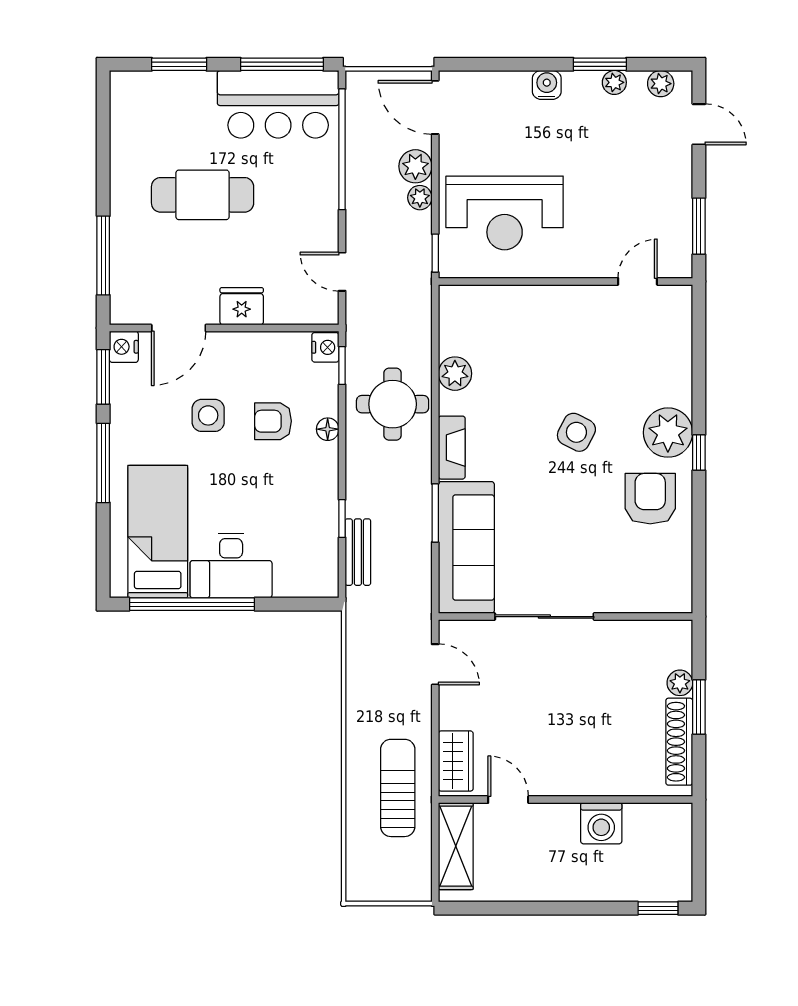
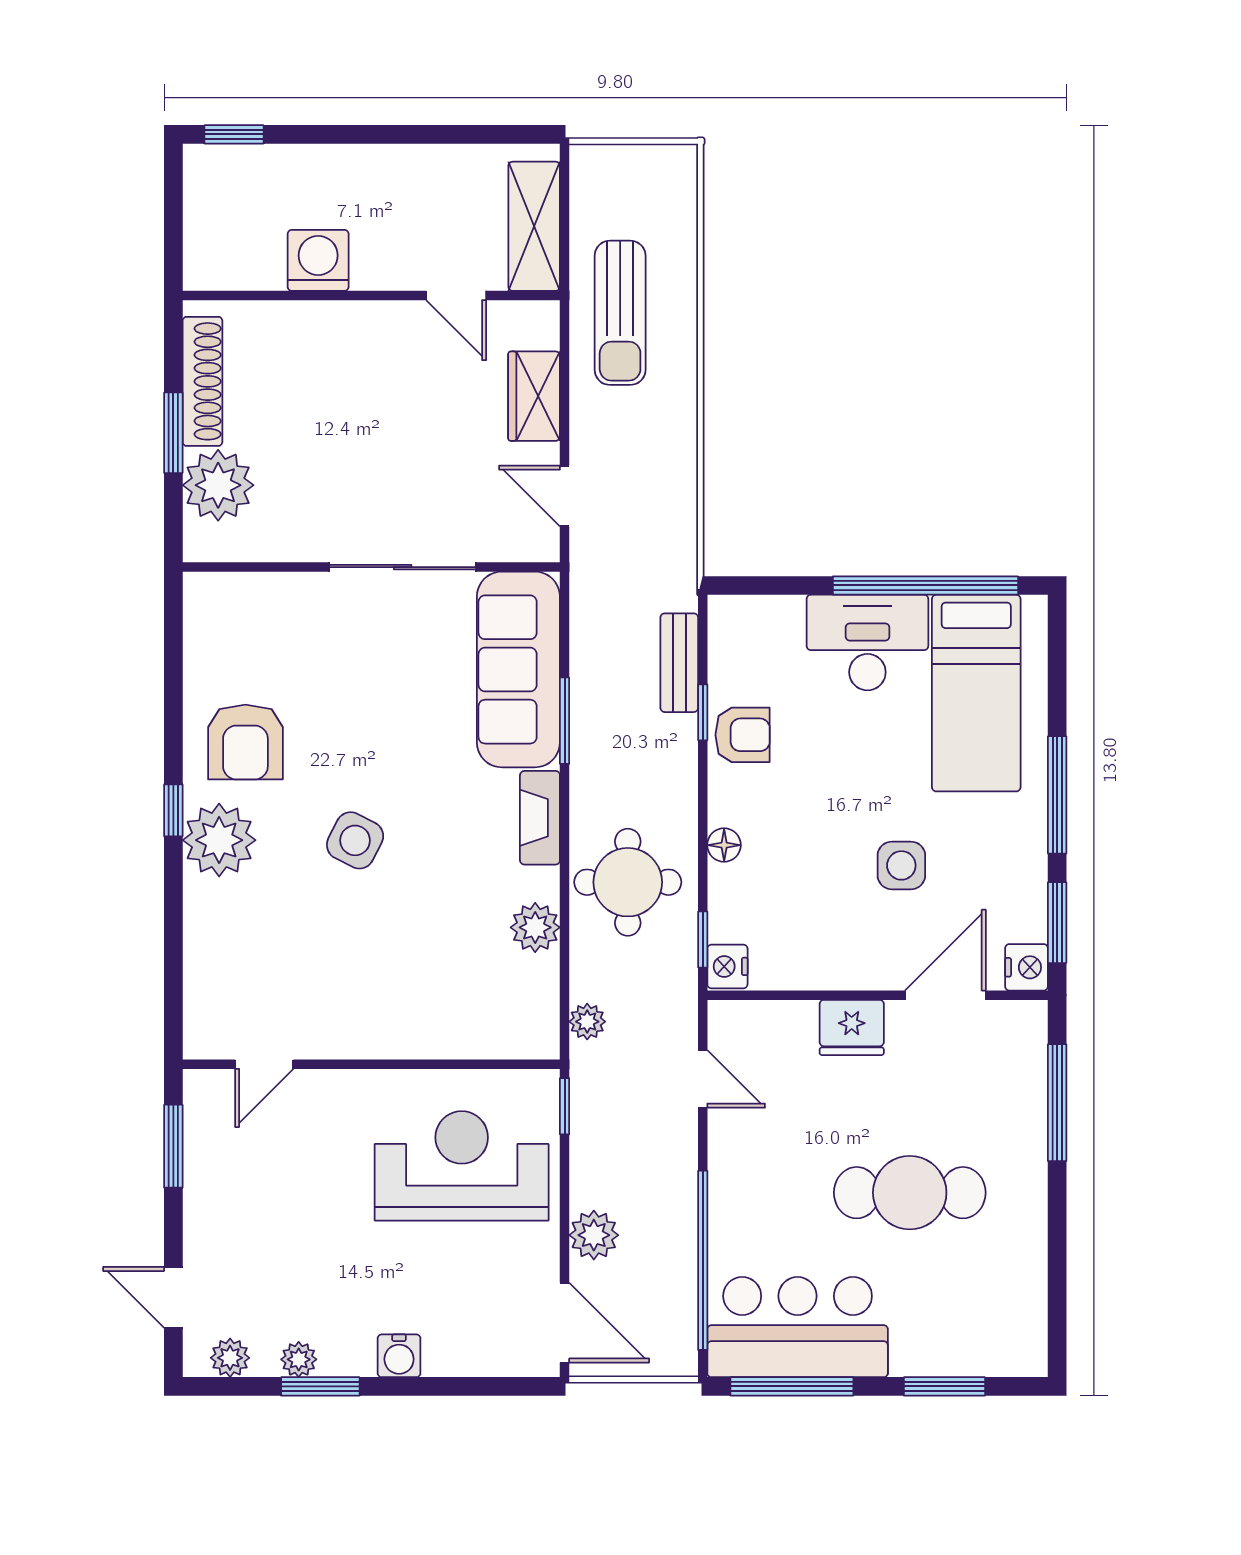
plant: (420, 198) -> (587, 1022), moved
armchair: (273, 421) -> (743, 735), moved
plant: (680, 683) -> (218, 485), width x1.87, depth x1.87
wardrobe: (456, 761) -> (534, 396), moved

